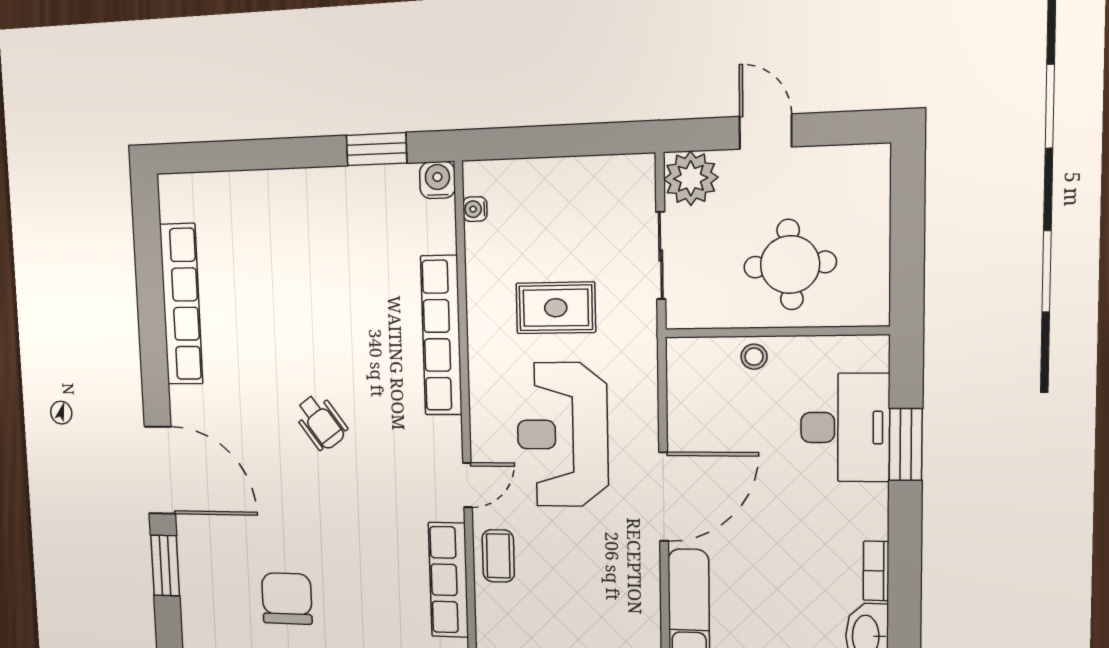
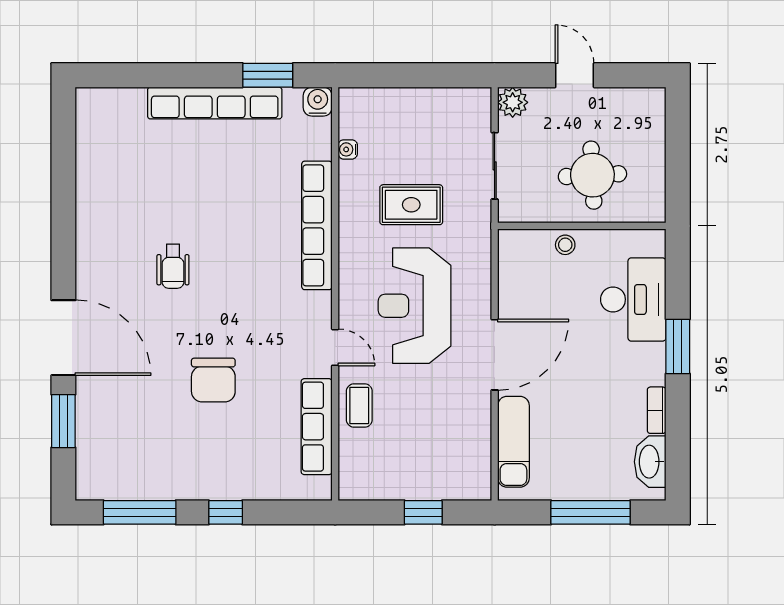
plant: (691, 178) -> (513, 102), width x0.73, depth x0.73
water cooler: (475, 209) -> (348, 149), moved
row of seats: (181, 304) -> (215, 103), moved, turned 90
wheelchair: (321, 422) -> (173, 266), moved, turned 36
window: (906, 444) -> (678, 346), moved
door: (467, 485) -> (335, 347), hinge flipped
chair: (287, 599) -> (213, 380), moved, turned 180

